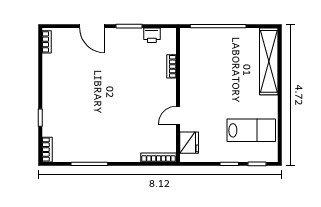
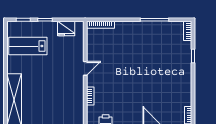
door: (178, 115) -> (85, 68), moved
fridge: (189, 143) -> (66, 28), moved, turned -90

